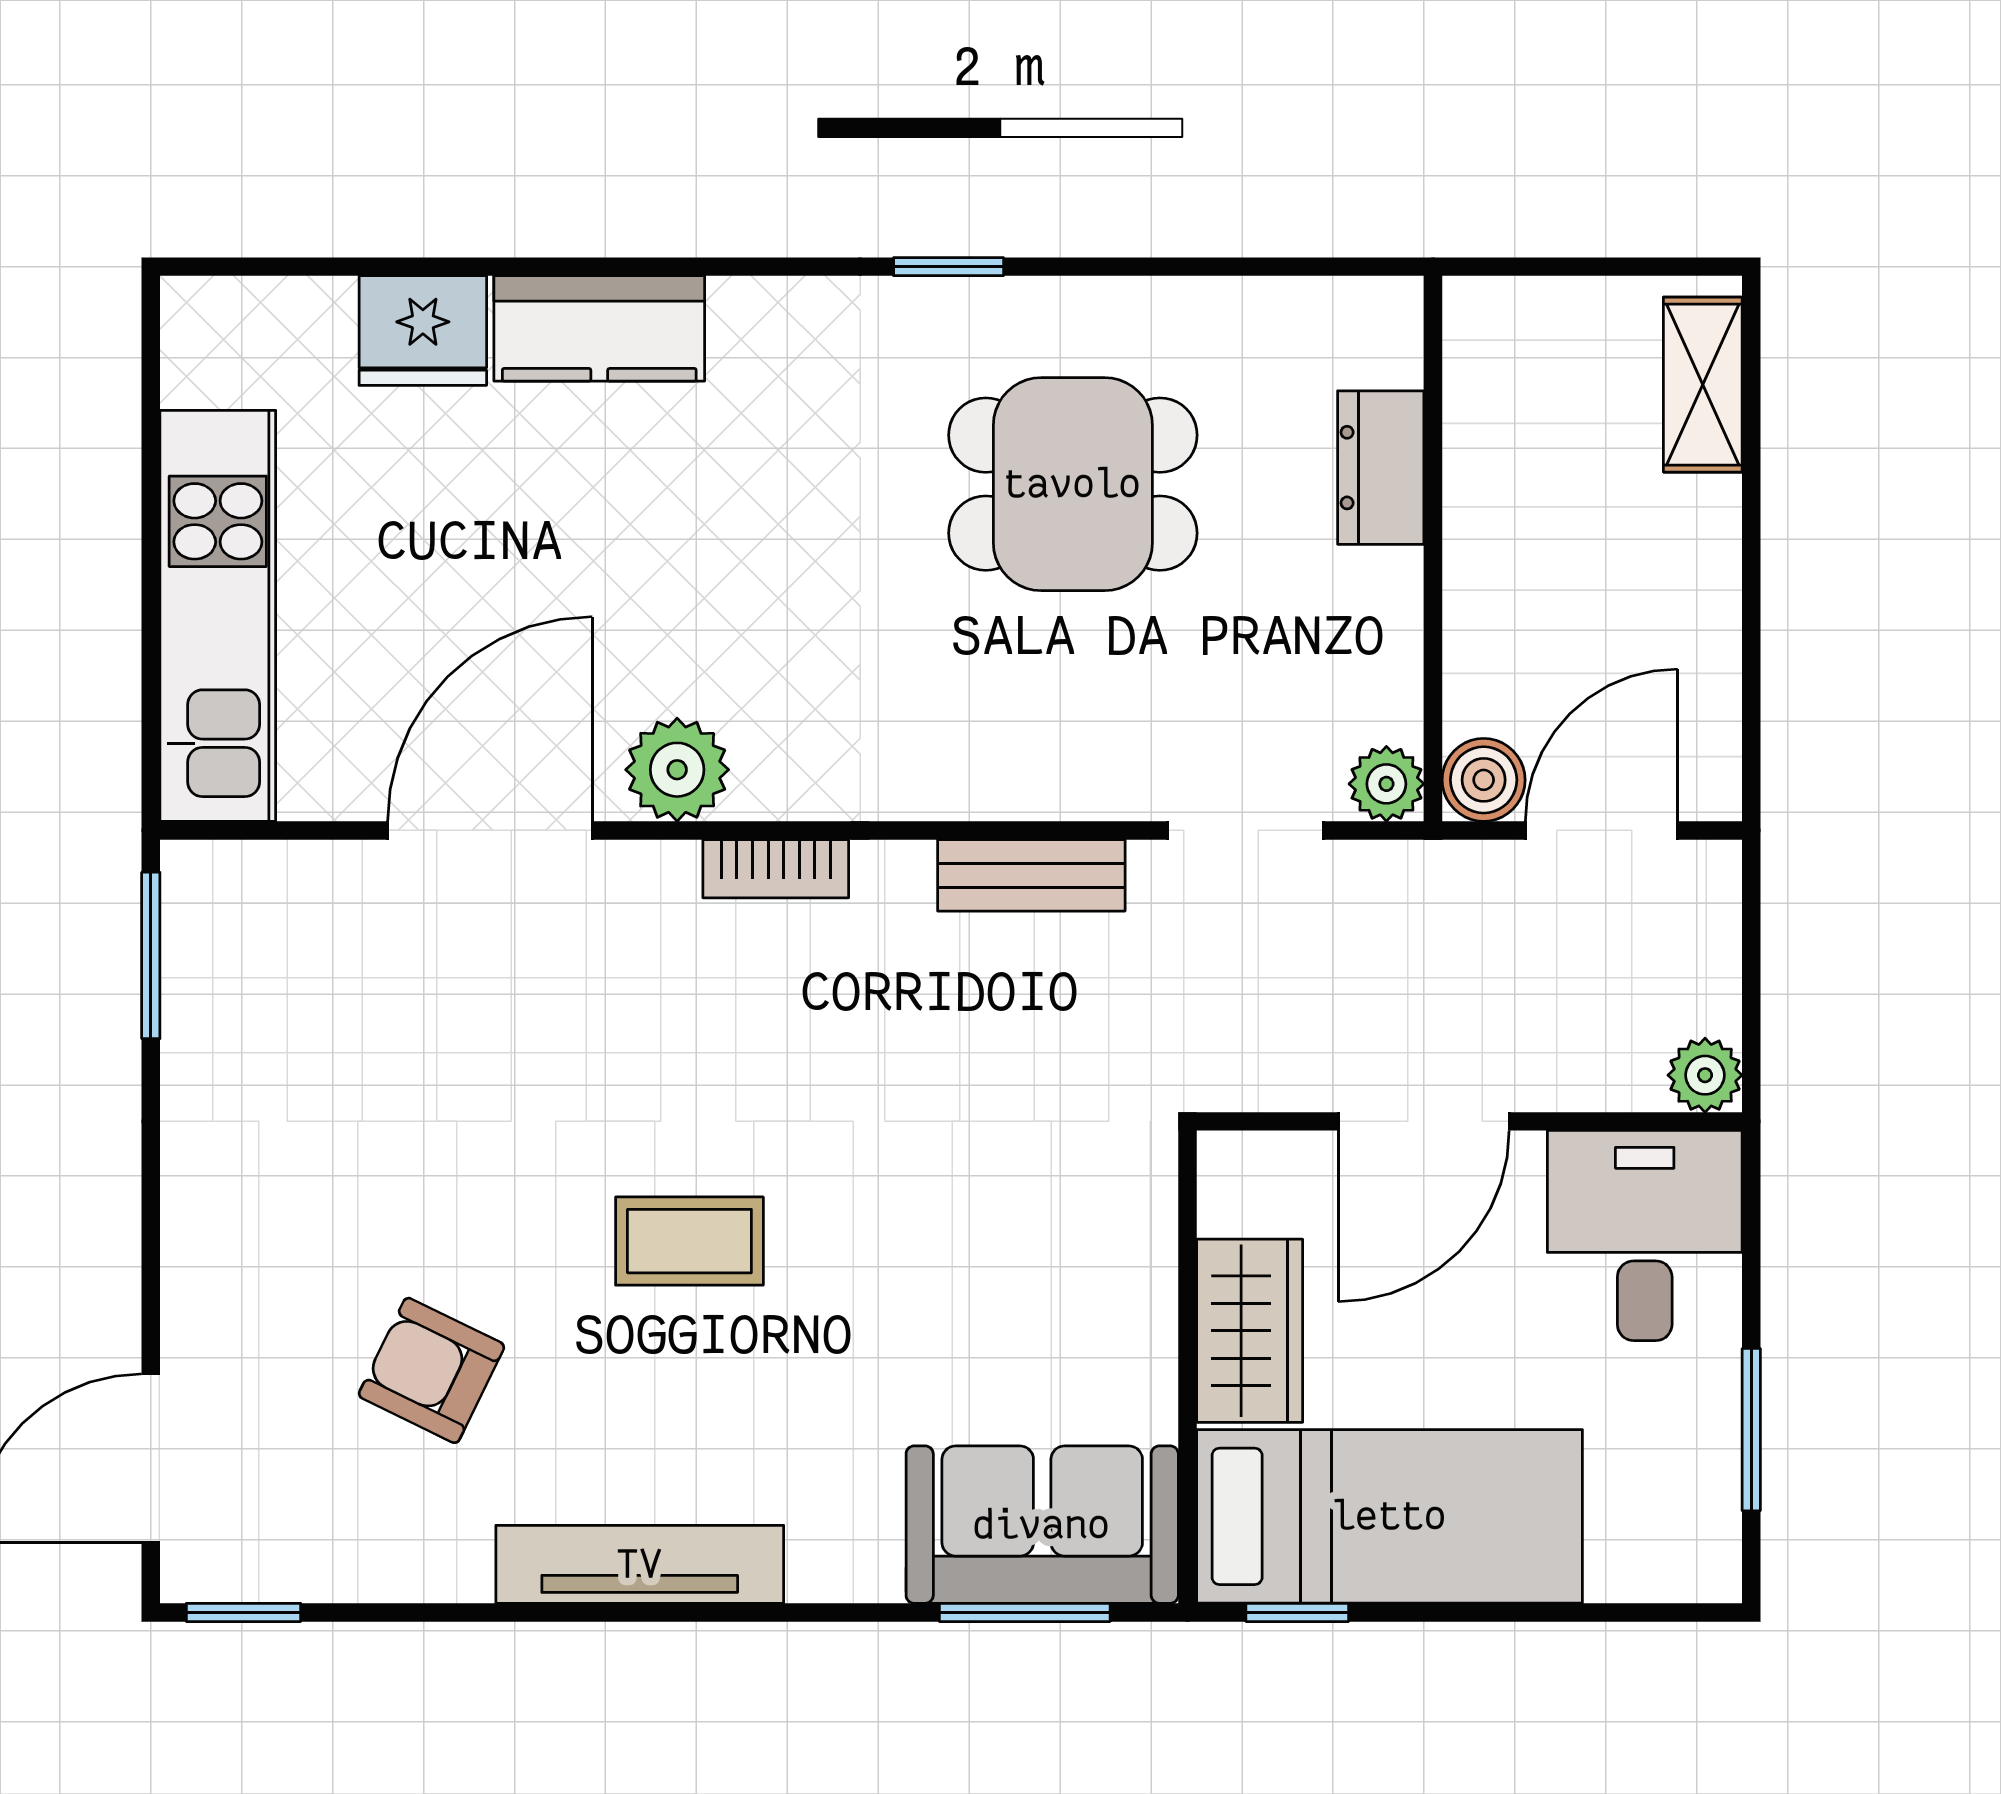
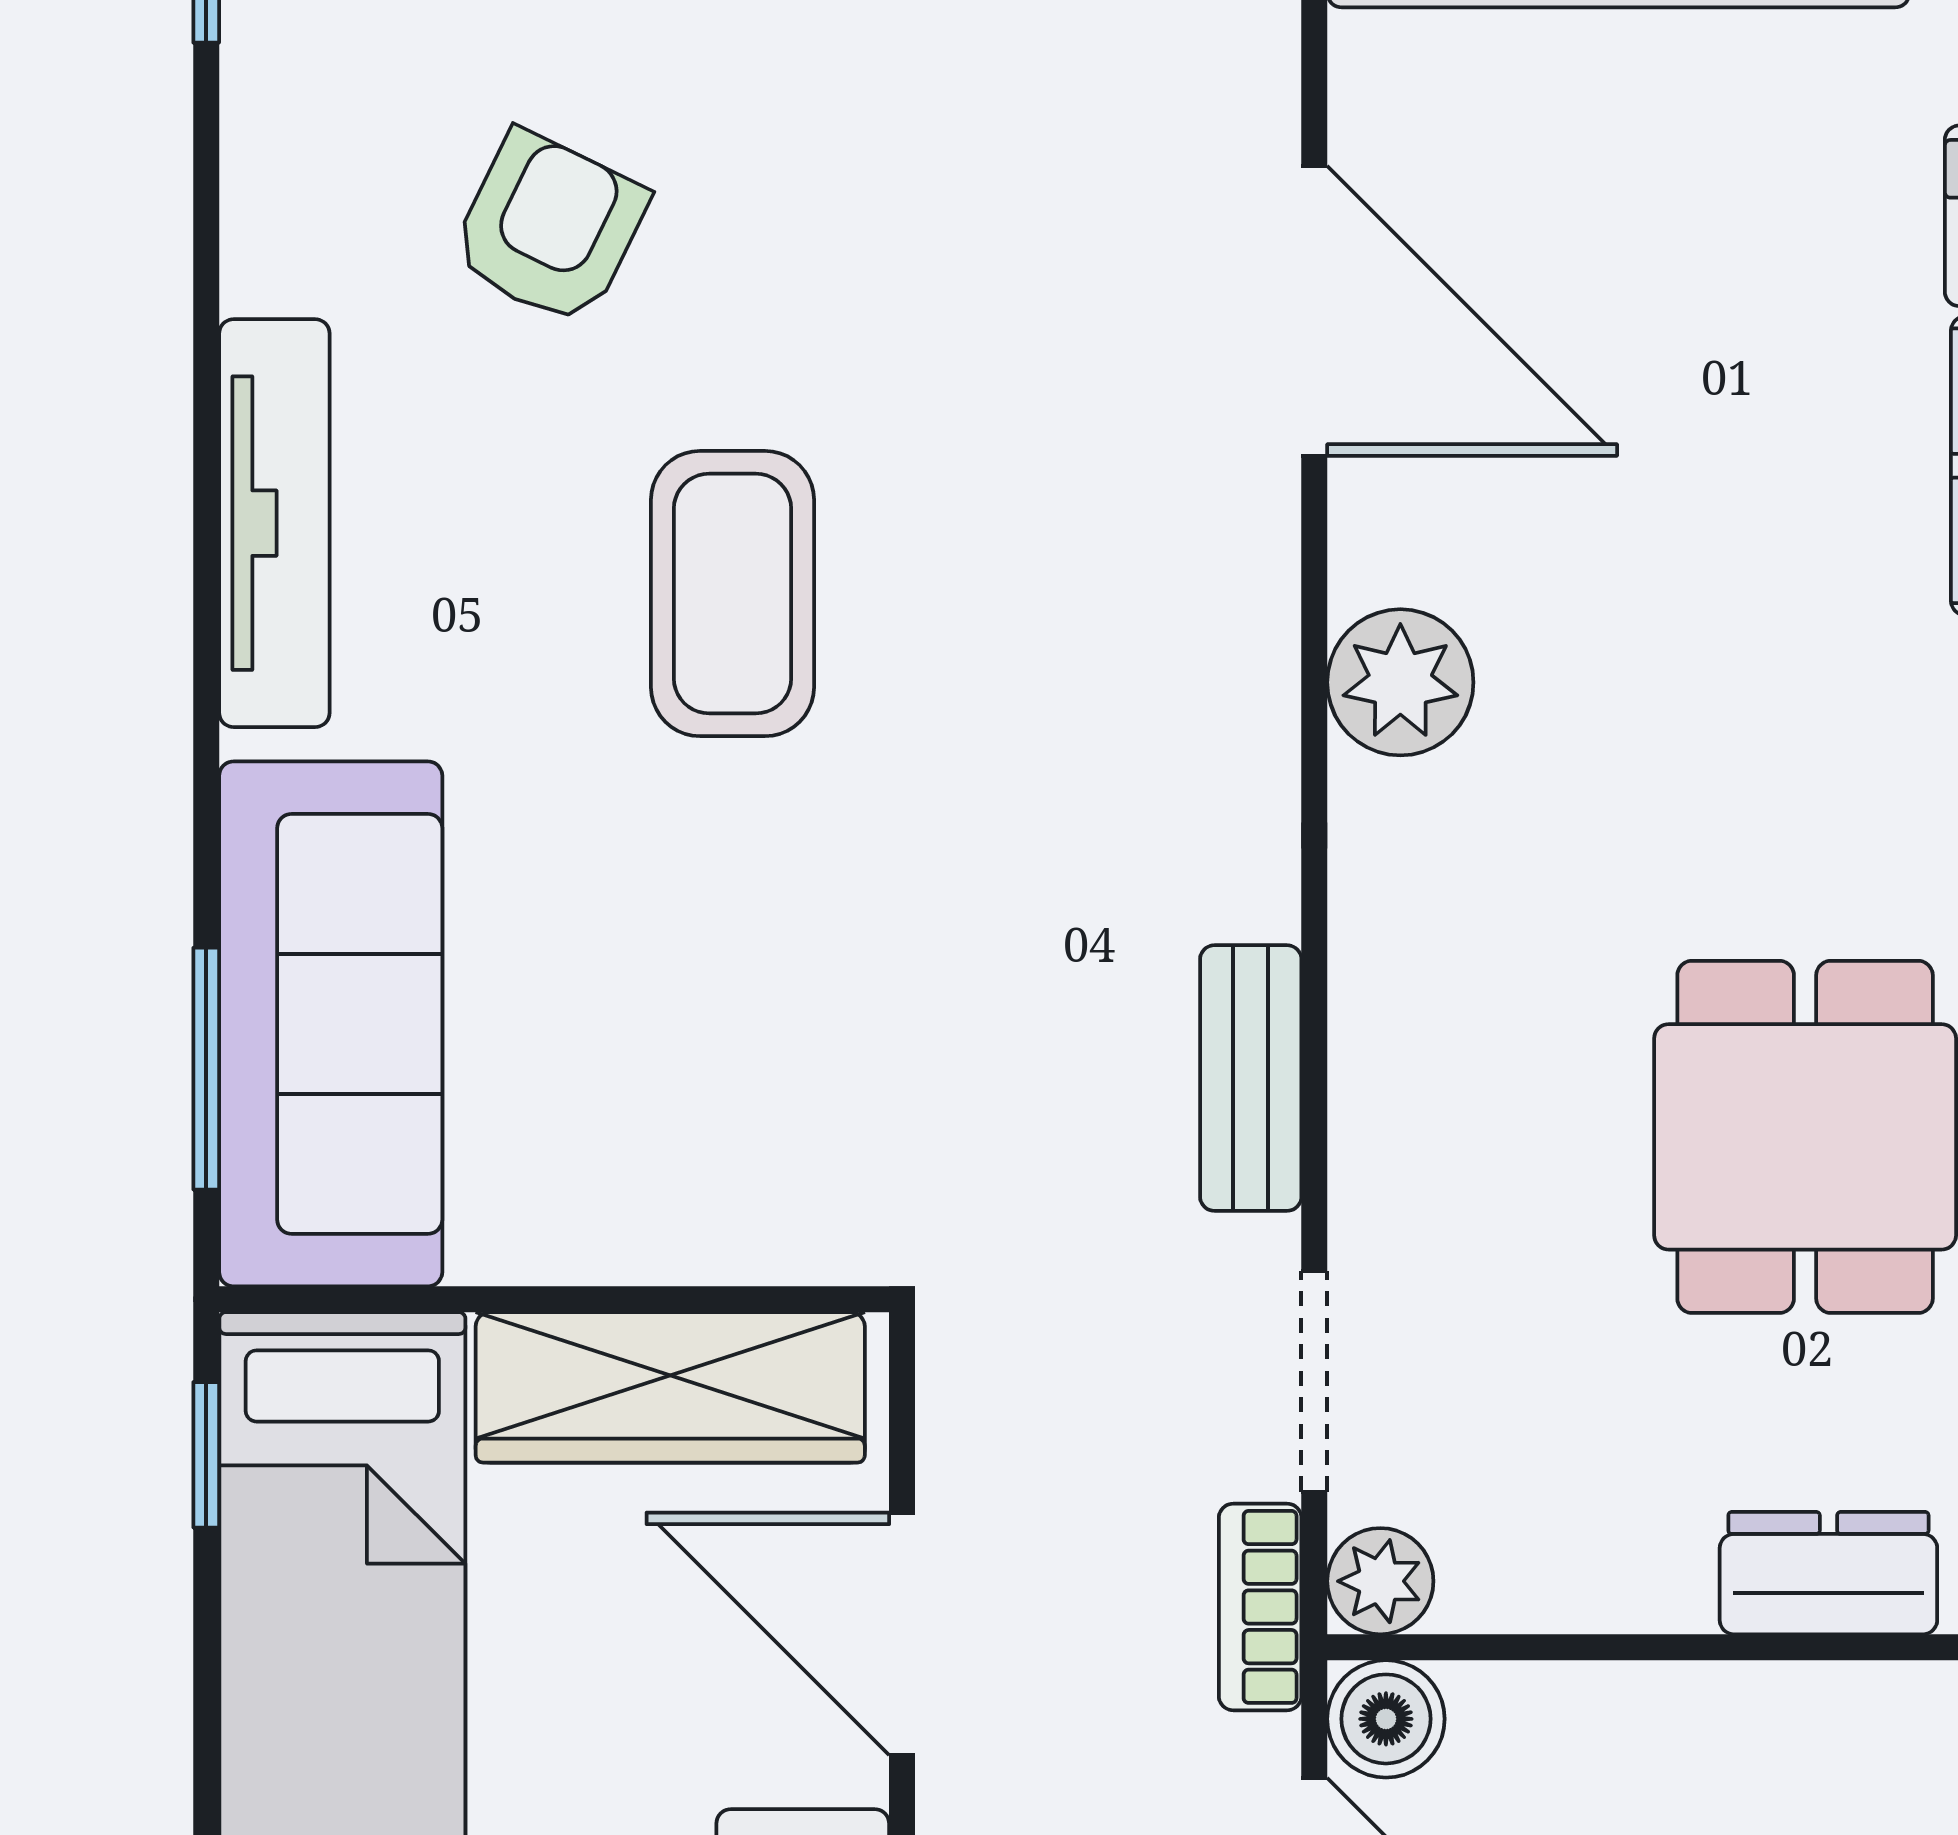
plant: (677, 770) -> (1400, 682), moved
bookcase: (776, 869) -> (1260, 1607), moved
coffee table: (689, 1241) -> (732, 594), width x1.36, depth x1.30
wardrobe: (1250, 1331) -> (670, 1387), width x1.50
sofa: (1042, 1525) -> (331, 1024), width x1.36

